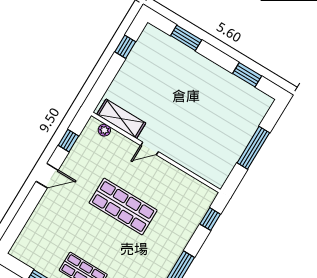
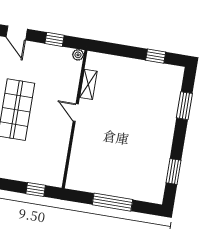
shelving: (121, 119) -> (88, 84), width x0.67, depth x0.75
plant: (104, 130) -> (78, 55), moved

